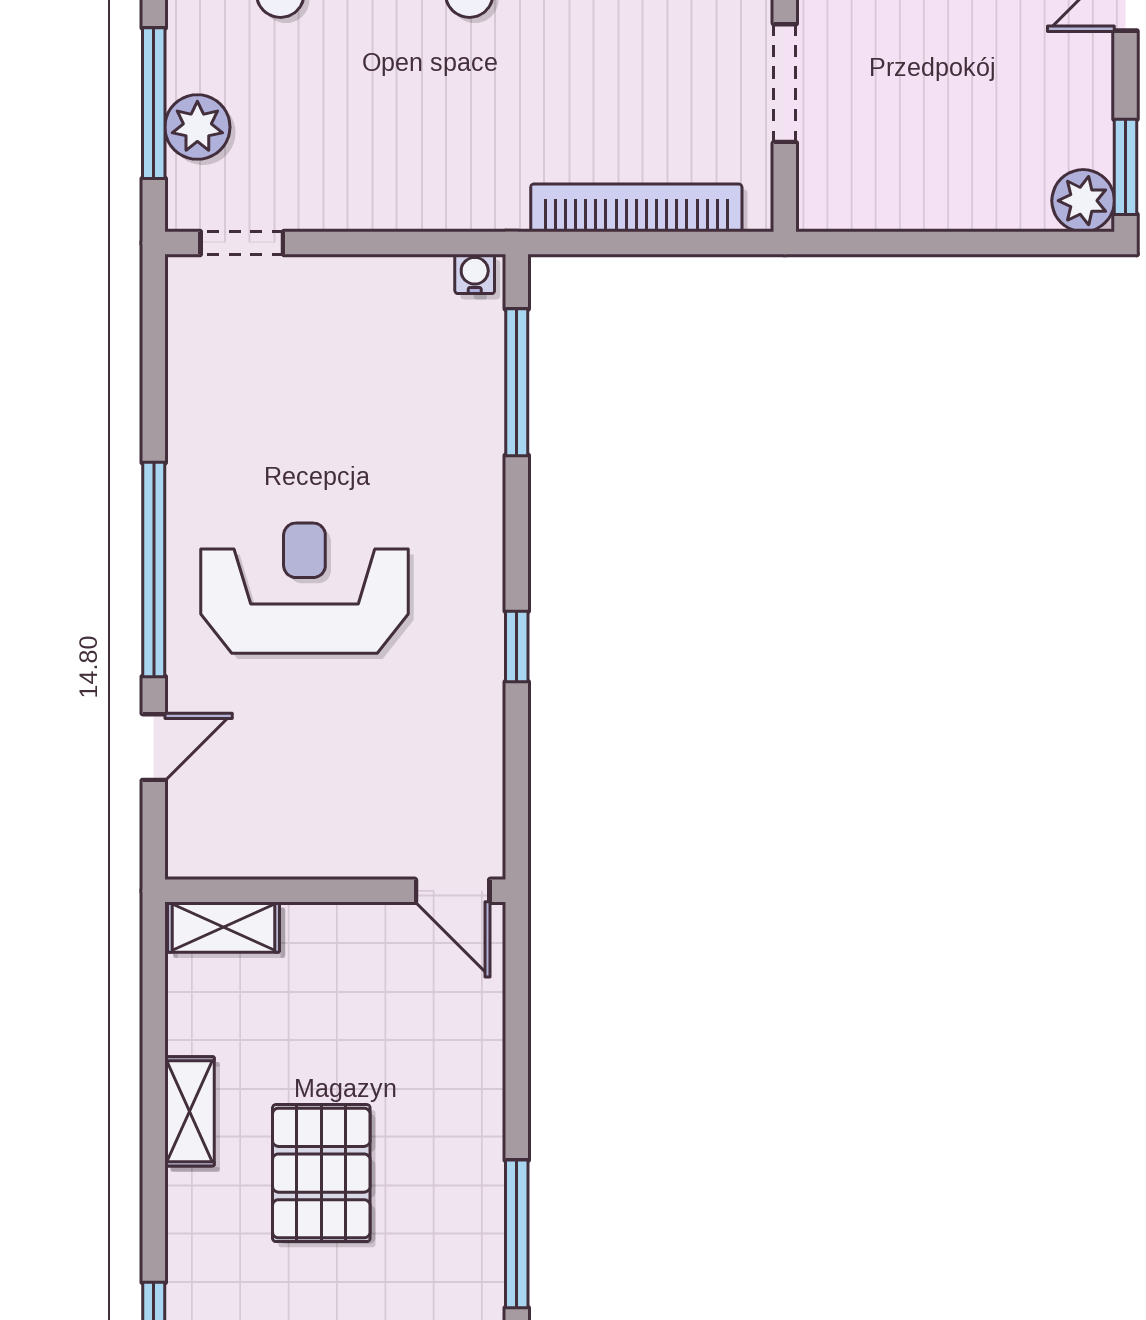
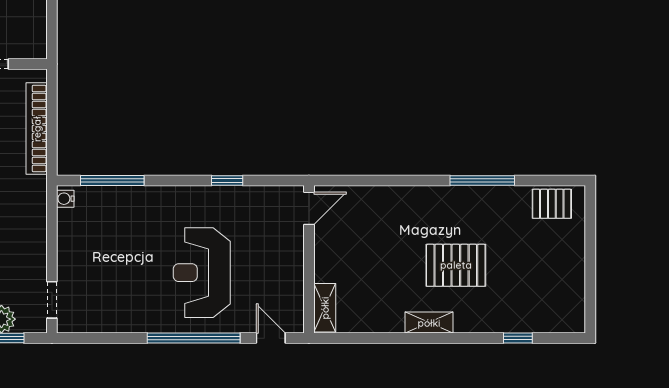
wall: (335, 891) -> (309, 259), moved
door: (453, 891) -> (309, 208), moved
shelving: (224, 927) -> (325, 308), moved

